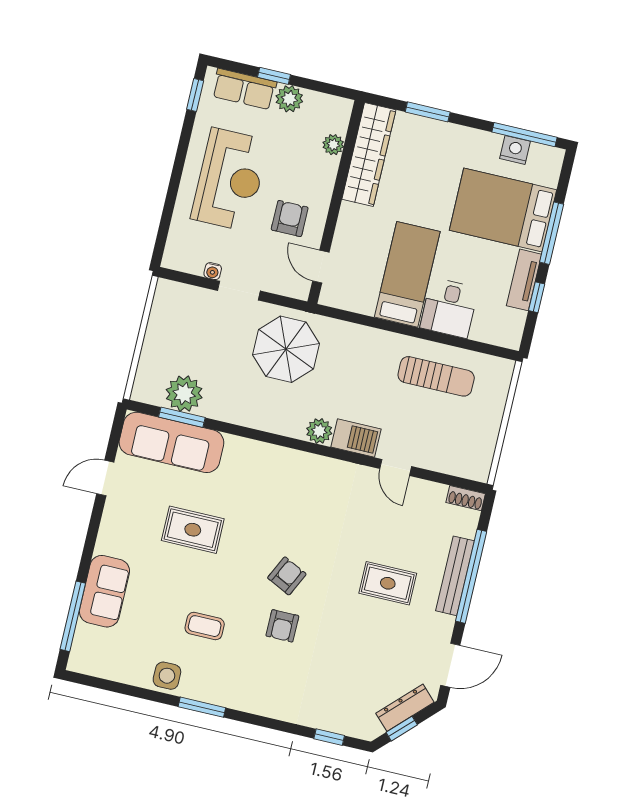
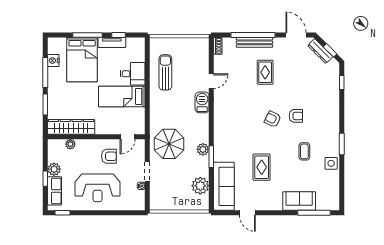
window: (524, 135) -> (45, 73), moved
reception desk: (230, 180) -> (97, 188), turned 180
armchair: (290, 219) -> (109, 156), turned 180
window: (182, 417) -> (211, 157), moved
plant: (319, 431) -> (203, 149), moved

